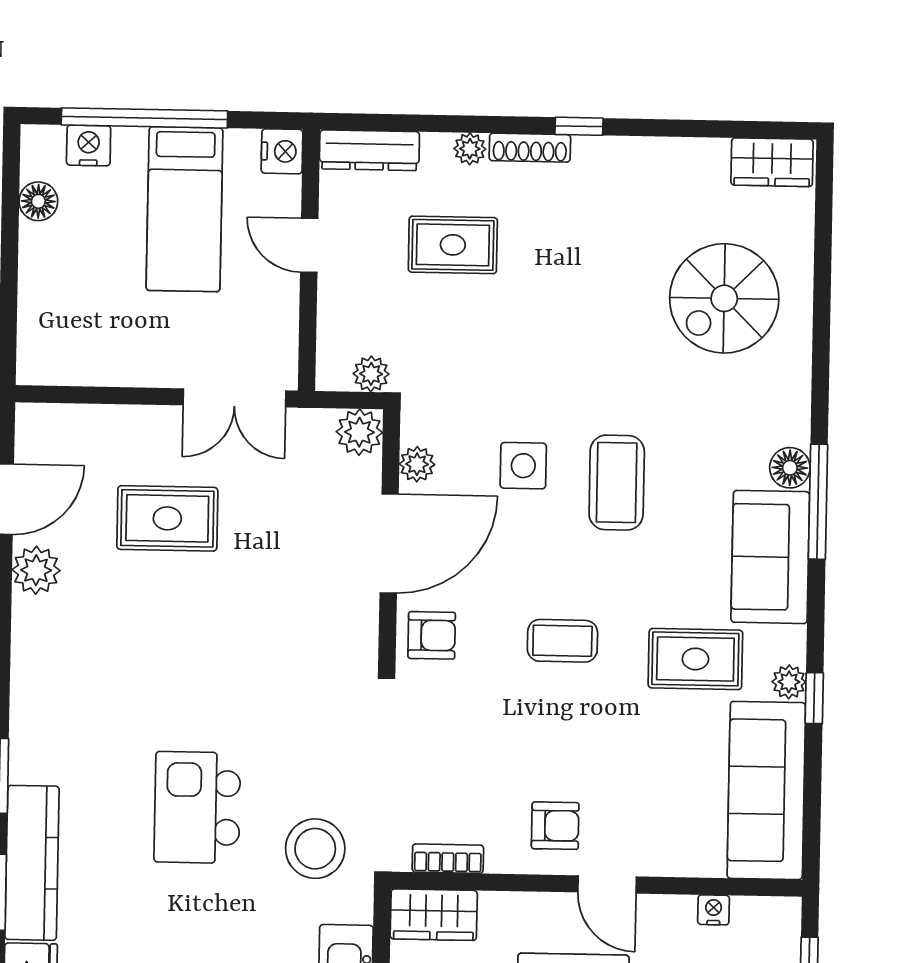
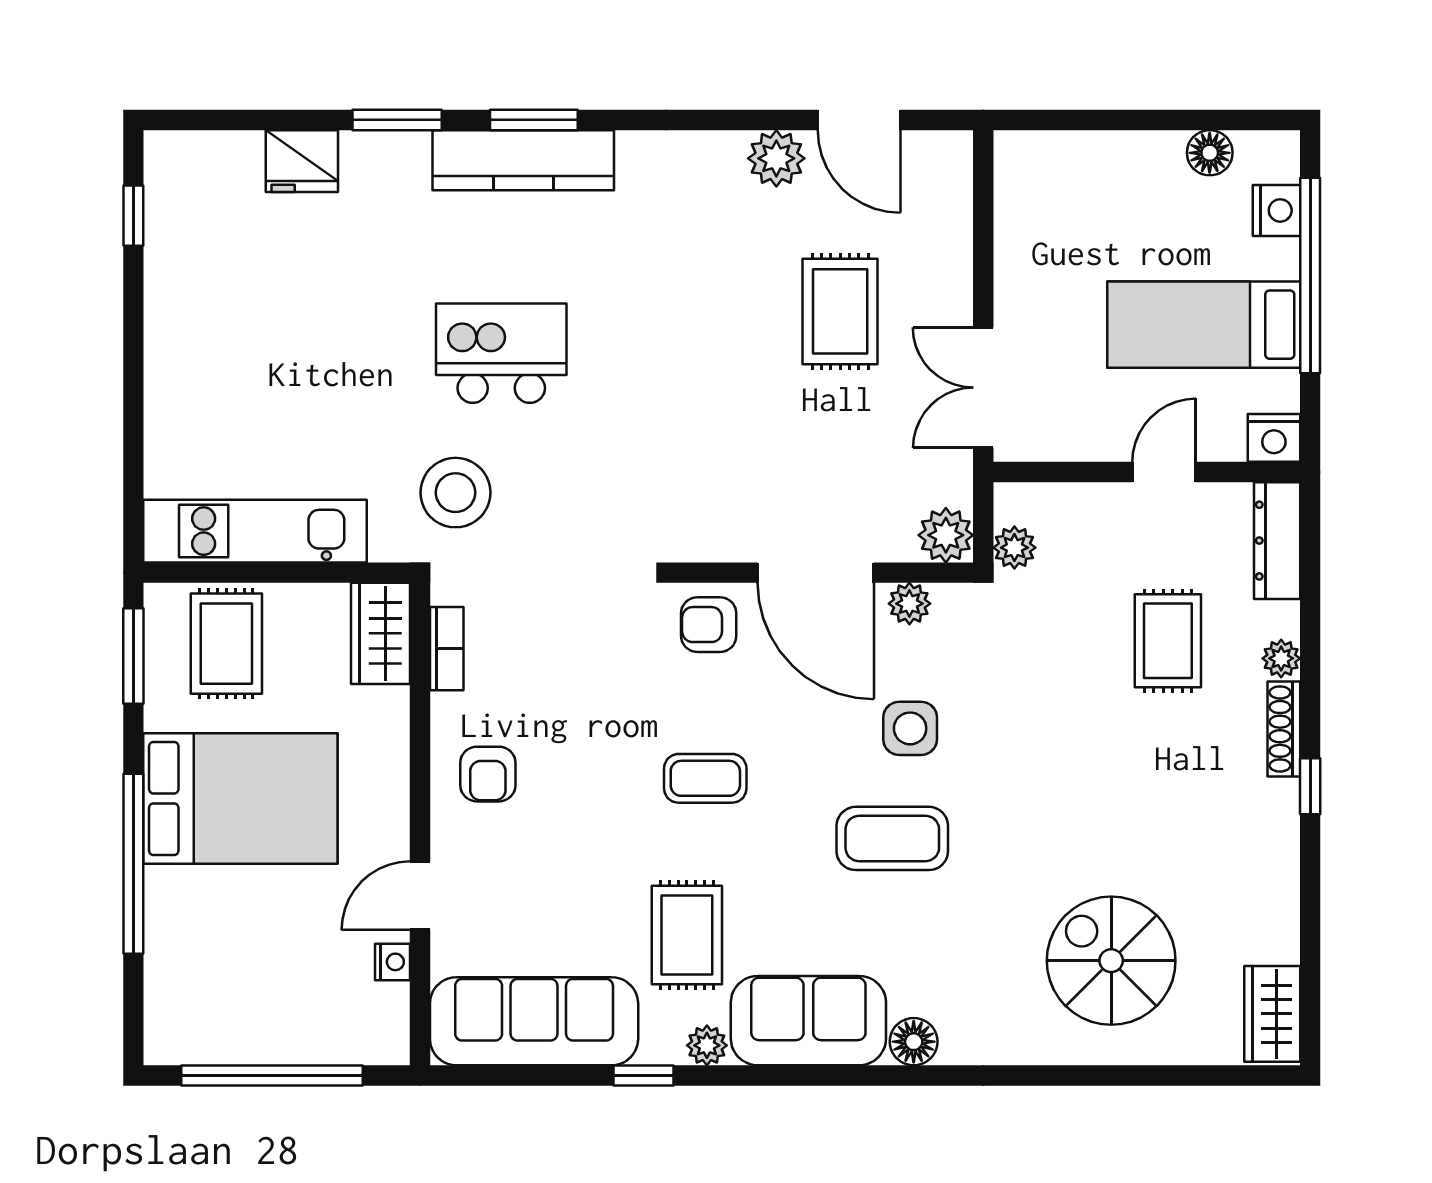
window: (818, 502) -> (874, 1075), removed
armchair: (432, 635) -> (709, 625), turned 90
coffee table: (562, 641) -> (705, 778), turned 90
plant: (789, 682) -> (707, 1045), moved
kitchen counter: (32, 863) -> (523, 160), moved
door: (607, 884) -> (420, 896), moved

